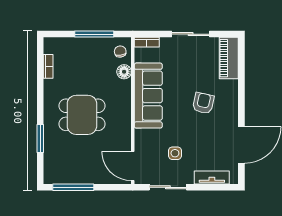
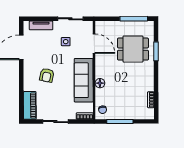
floor lamp: (124, 72) -> (100, 83), moved
dining table: (82, 115) -> (133, 49), moved
door: (133, 166) -> (94, 44), moved

